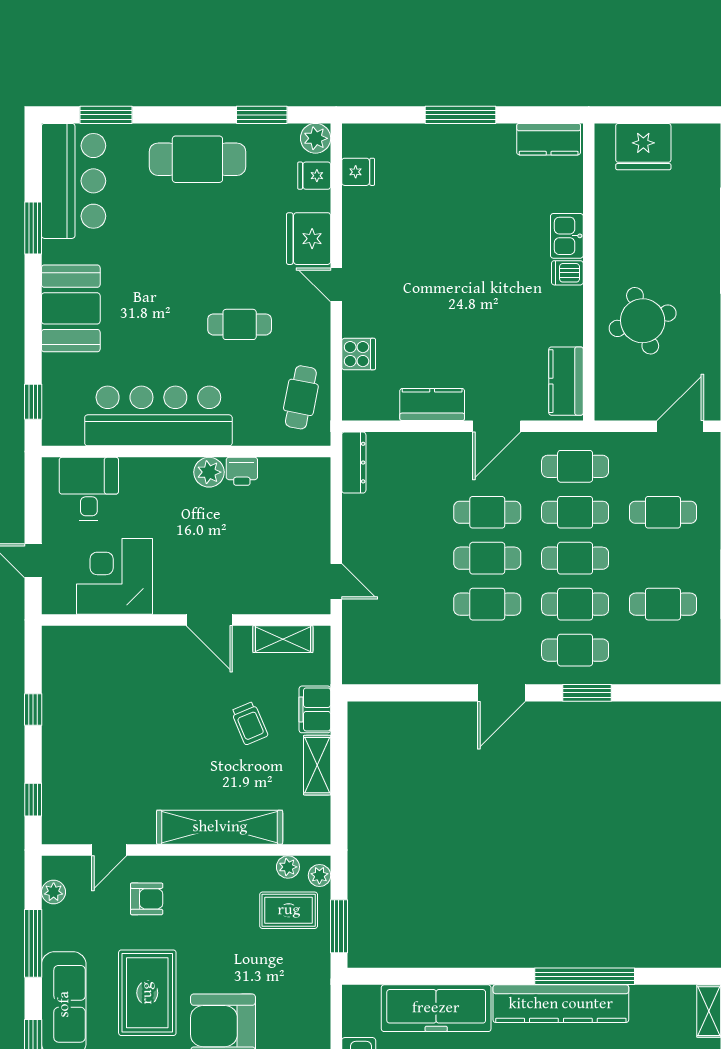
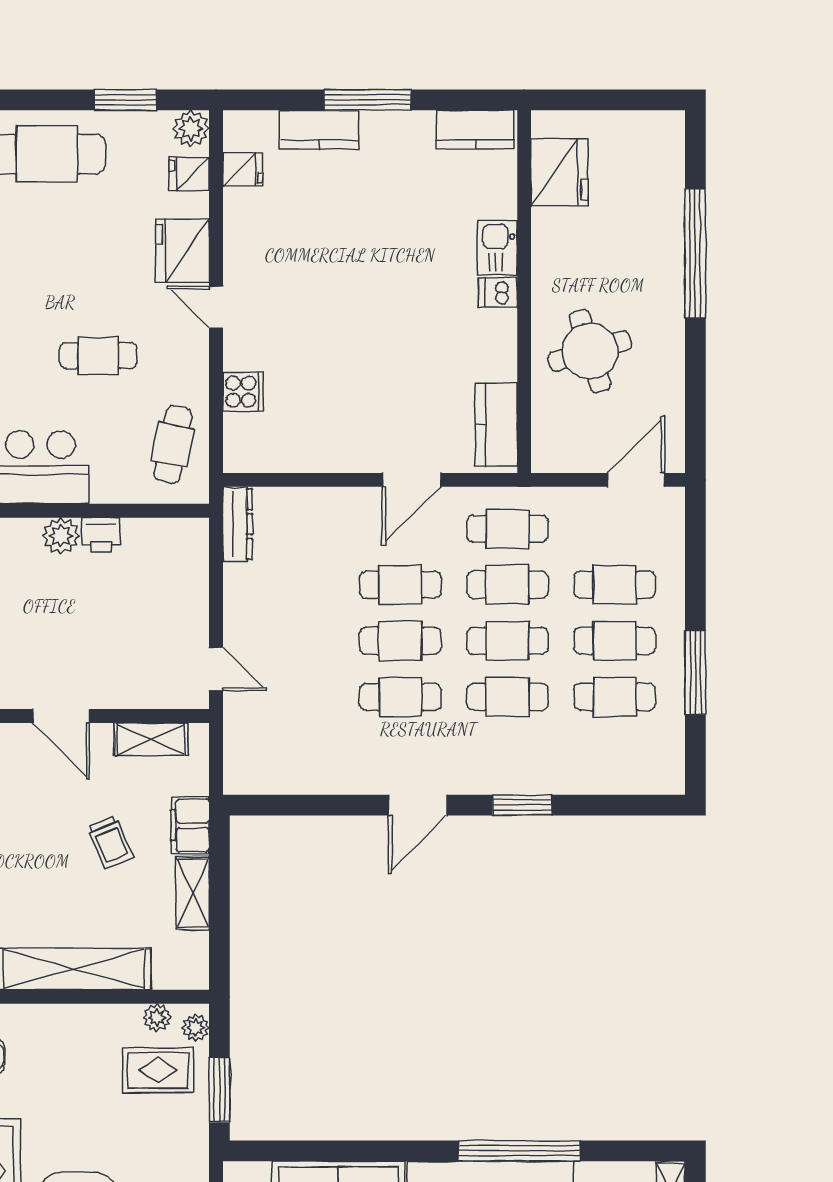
fridge: (643, 147) -> (559, 172), moved, turned -90
kitchen counter: (432, 405) -> (319, 130), moved, turned 180
cafe table: (575, 650) -> (615, 641), moved

